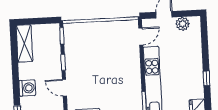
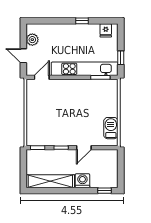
door: (141, 36) -> (42, 77), hinge flipped
shelving: (24, 43) -> (50, 181), width x1.47

